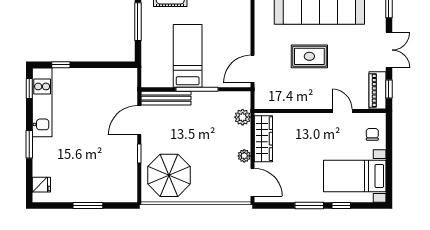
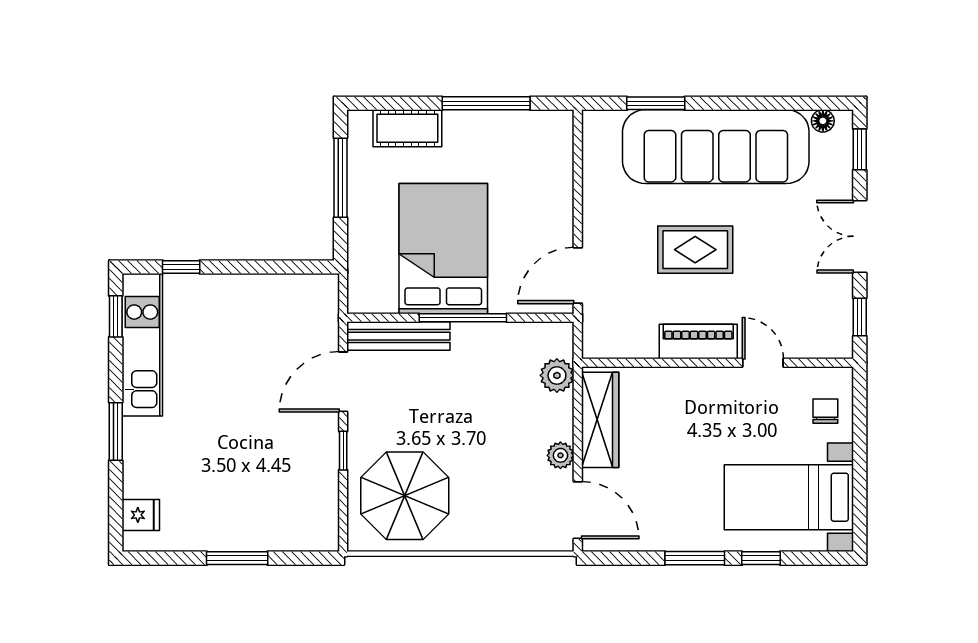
double door: (389, 50) -> (860, 236), swing flipped
bed: (188, 56) -> (443, 249), width x1.50
piano: (377, 90) -> (698, 342), moved, turned 90

